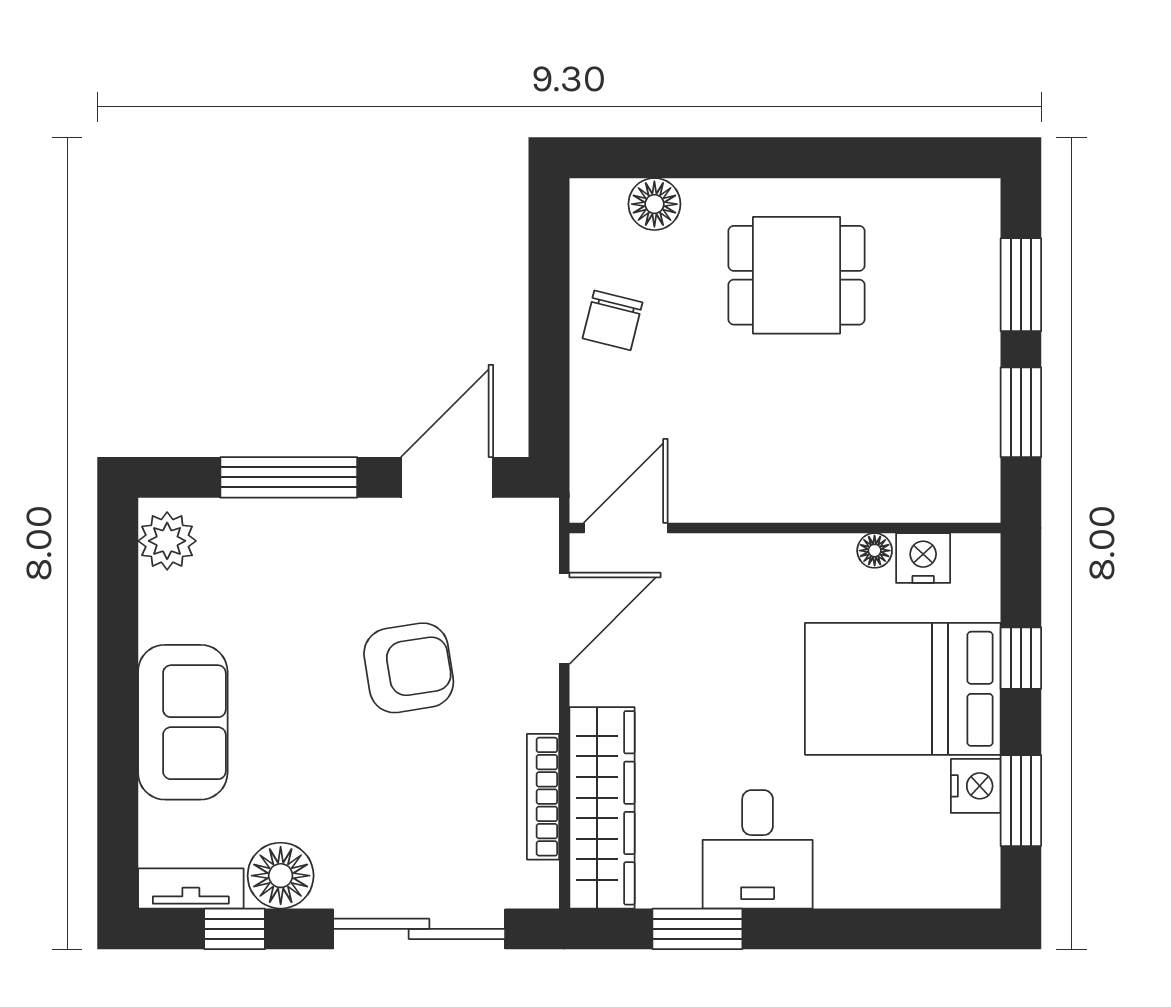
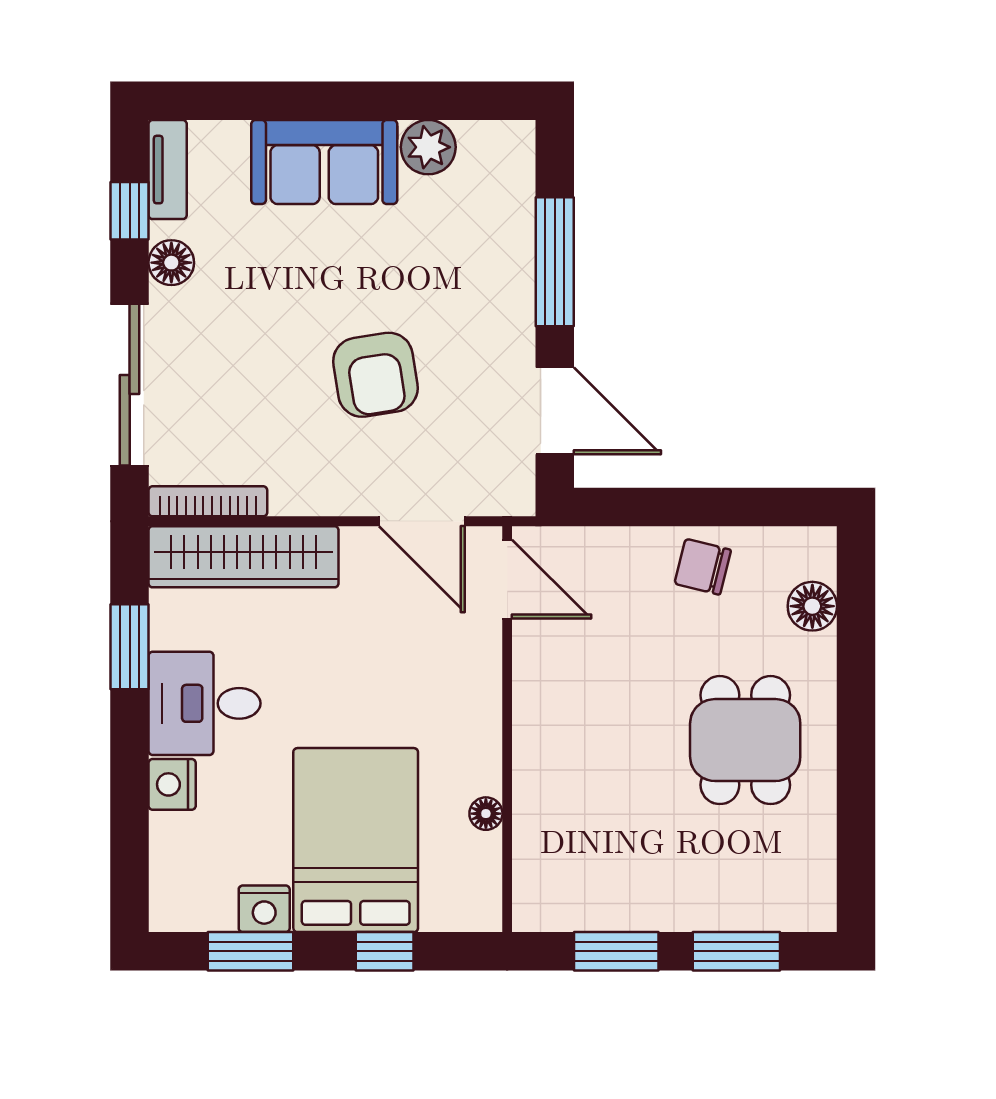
plant: (167, 541) -> (428, 147), moved
nightstand: (923, 558) -> (172, 784), moved, turned 180
bookcase: (543, 797) -> (208, 501), moved
floor lamp: (281, 876) -> (171, 263), width x0.73, depth x0.73

